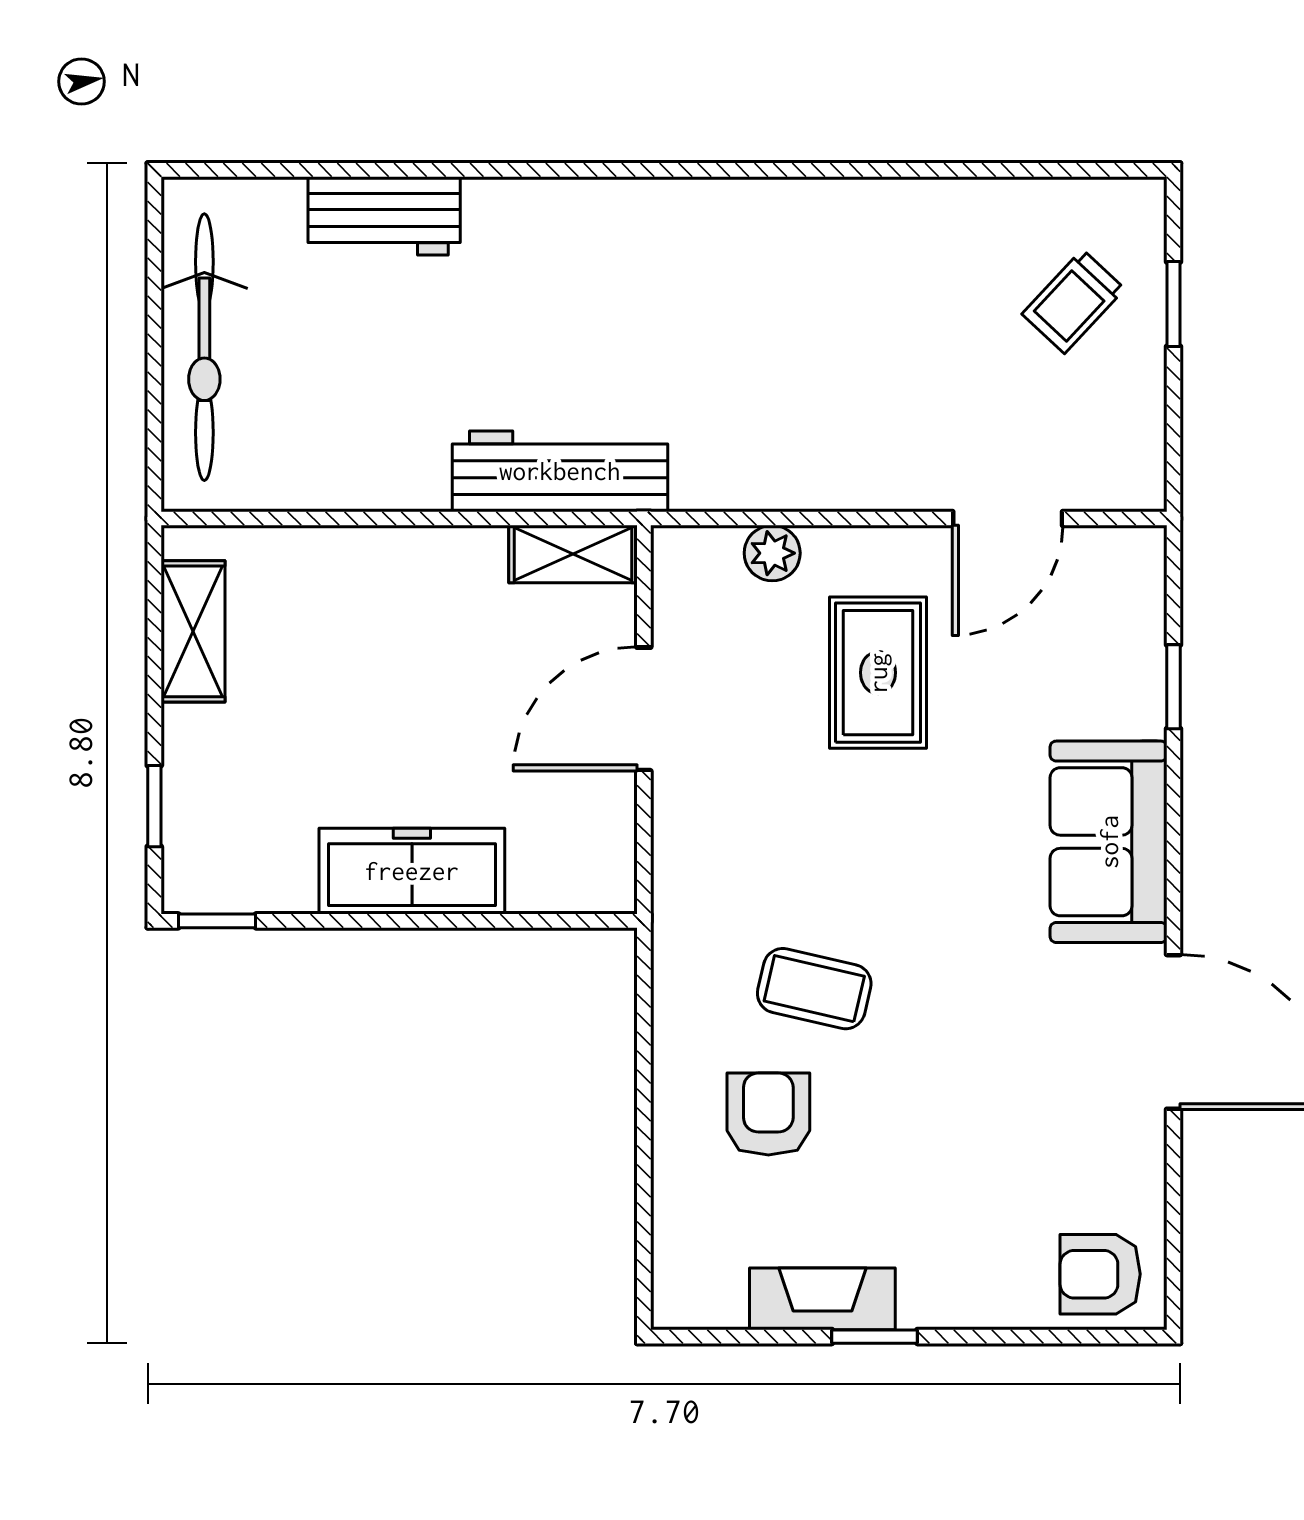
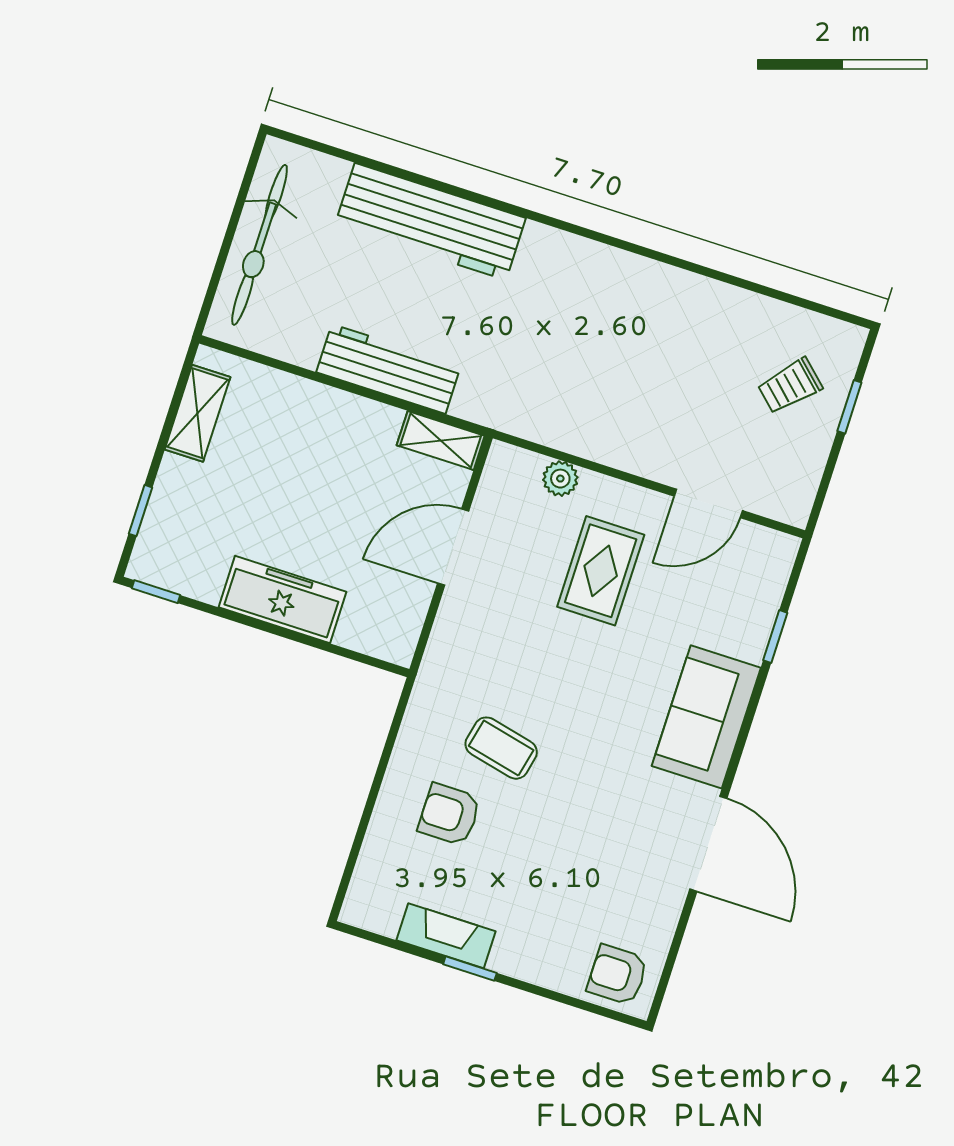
workbench: (384, 216) -> (430, 221), width x1.88, depth x1.32
workbench: (560, 471) -> (389, 369), moved
armchair: (768, 1114) -> (449, 814), turned -90

